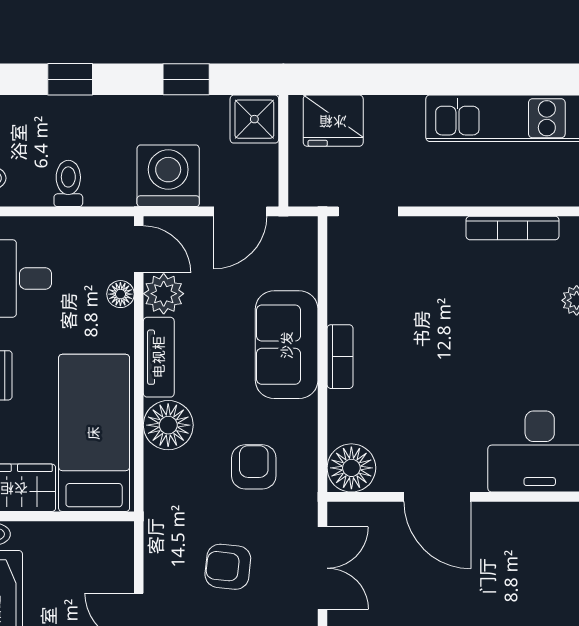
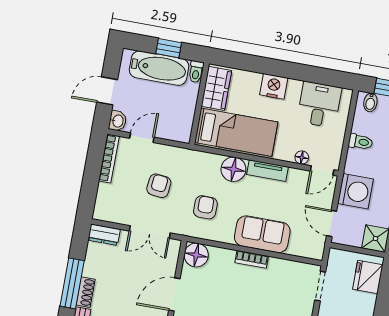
plant: (164, 294) -> (298, 179), removed
armchair: (254, 467) -> (205, 207), turned -90

